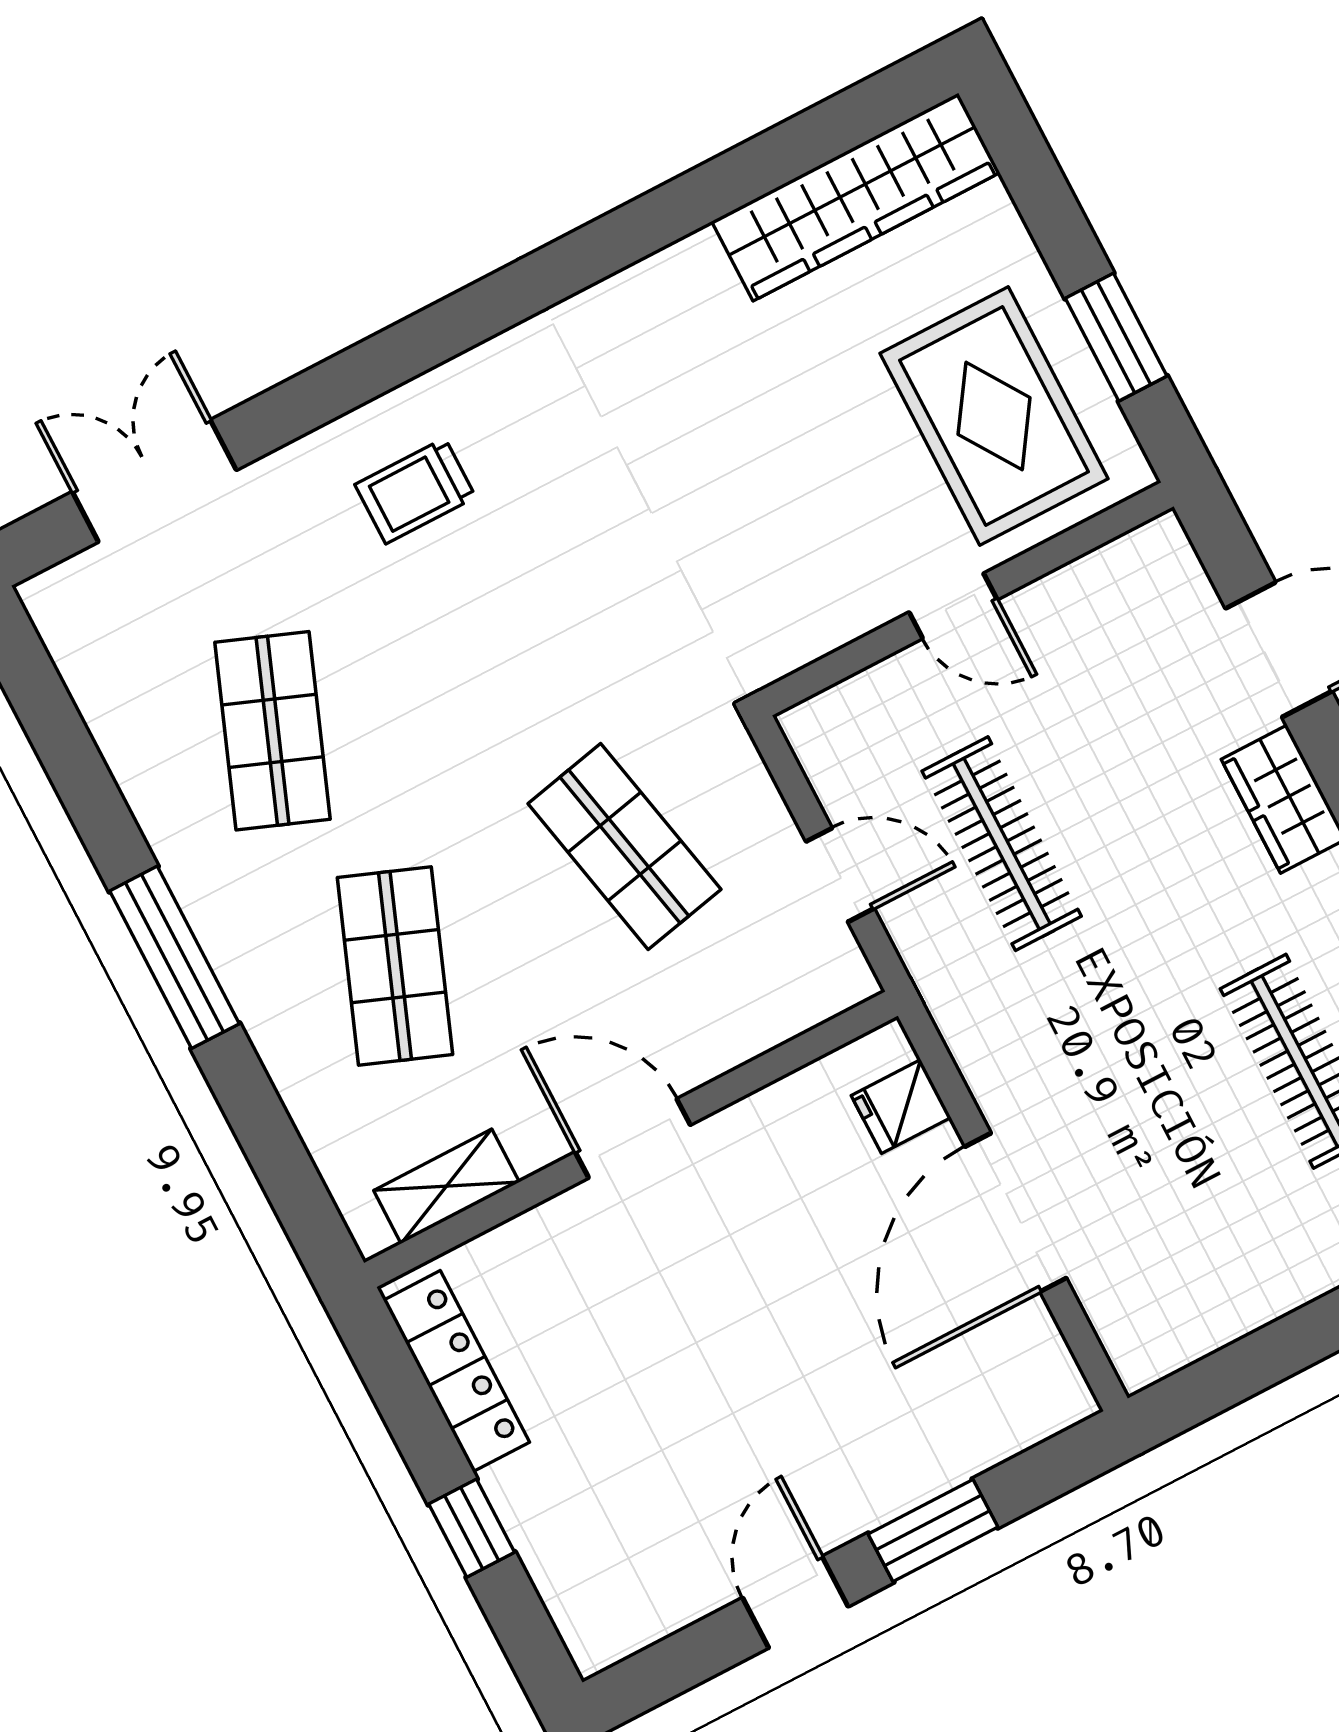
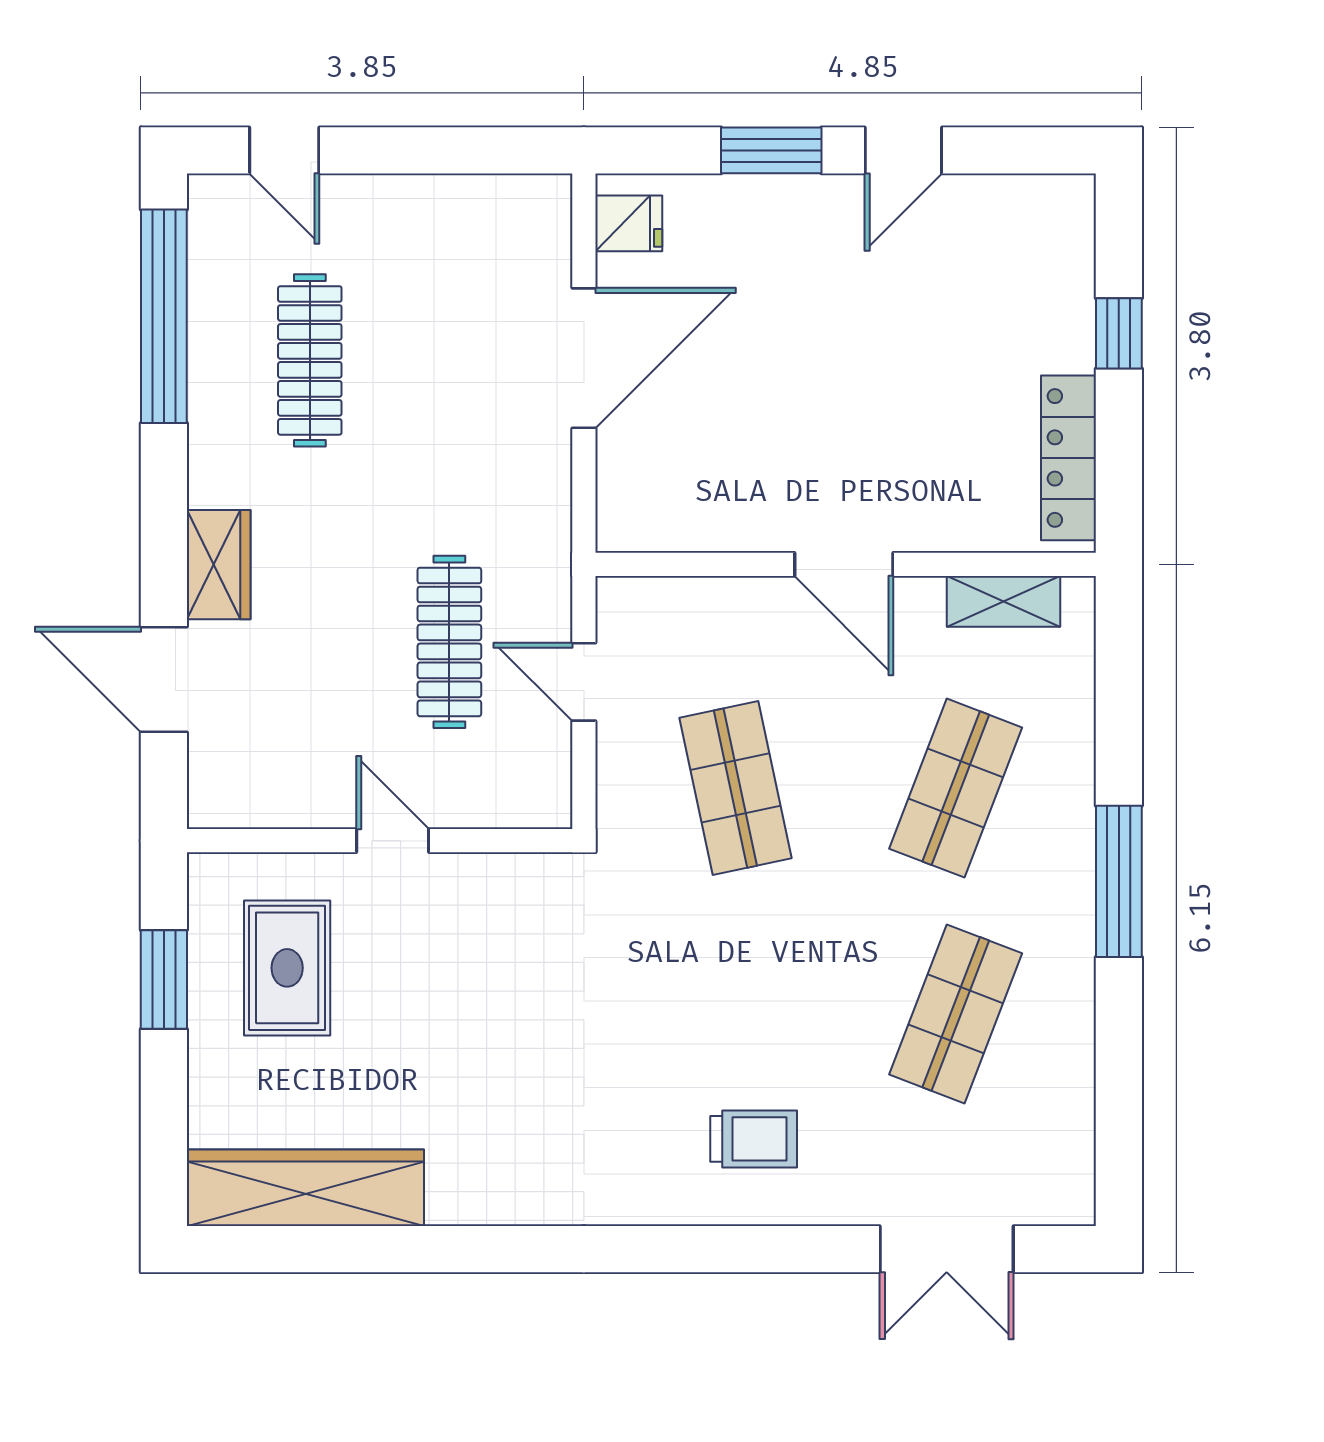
rug: (994, 416) -> (287, 968), width x0.73, depth x0.70
fridge: (901, 1107) -> (629, 223), moved

